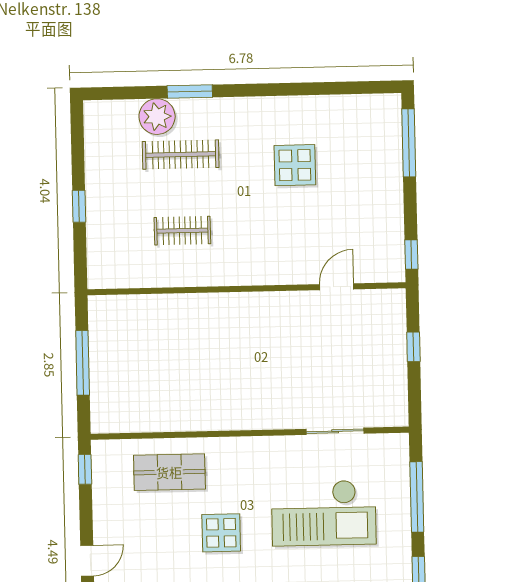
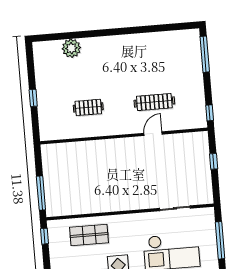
window: (190, 91) -> (88, 34), removed
clothes rail: (181, 155) -> (154, 102), moved
display table: (295, 165) -> (145, 69), removed
door: (337, 287) -> (153, 134), moved
window: (83, 363) -> (41, 193), moved

